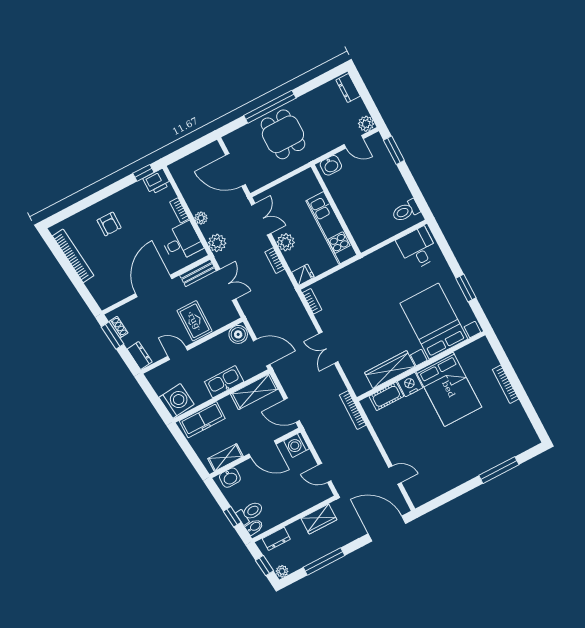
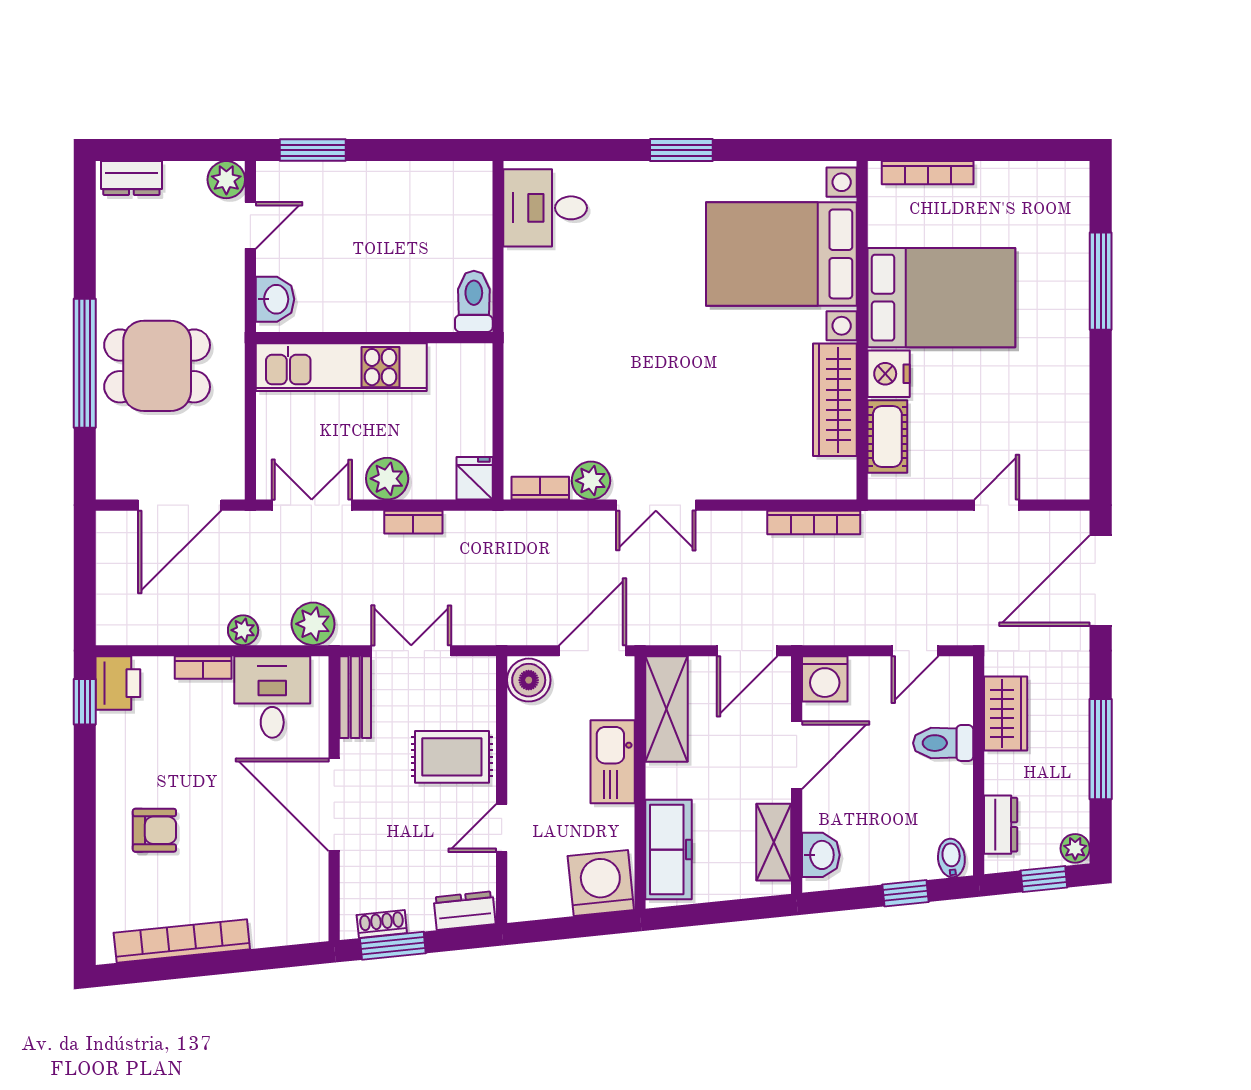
toilet: (406, 211) -> (474, 301), moved, turned 180
kitchen unit: (331, 228) -> (341, 367), moved
plant: (325, 319) -> (591, 481), added
bed with nightstands: (434, 321) -> (781, 254), moved
wall: (421, 366) -> (862, 330), moved
wardrobe: (390, 370) -> (835, 400), moved
nightstand: (410, 384) -> (889, 374), moved
bed: (449, 389) -> (941, 298), moved
cot: (386, 396) -> (887, 436), moved
toilet: (250, 512) -> (943, 743), moved, turned -84

